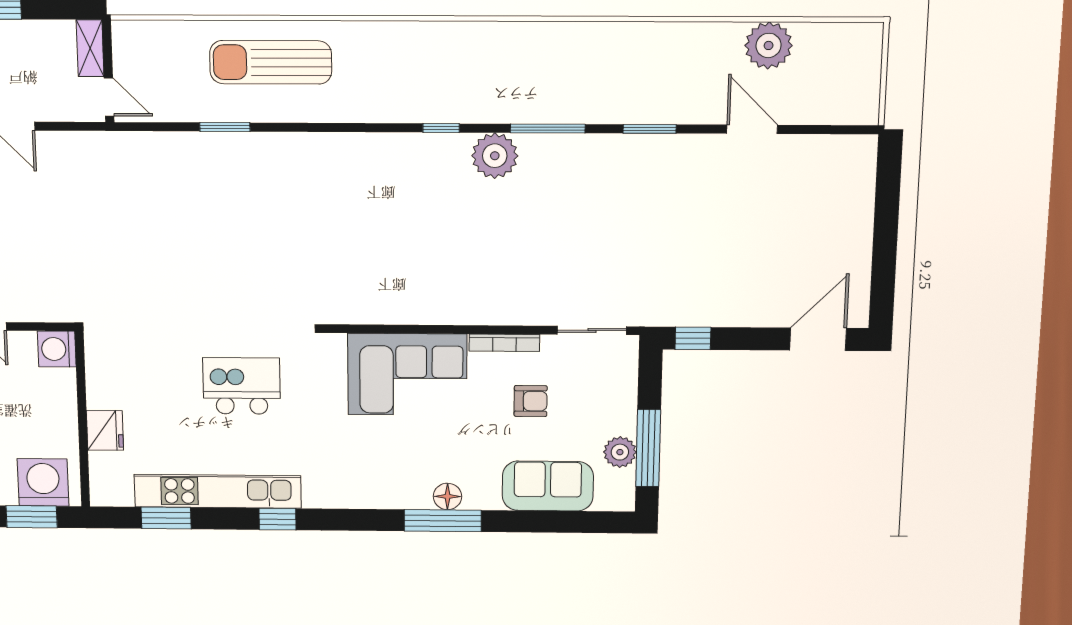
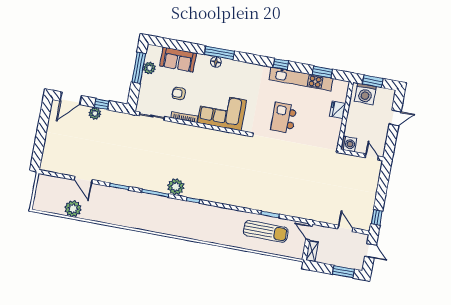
sun lounger: (271, 62) -> (266, 231), moved
plant: (747, 311) -> (95, 113), added
window: (693, 338) -> (102, 104), moved
kitchen island: (242, 386) -> (284, 118), turned 90

